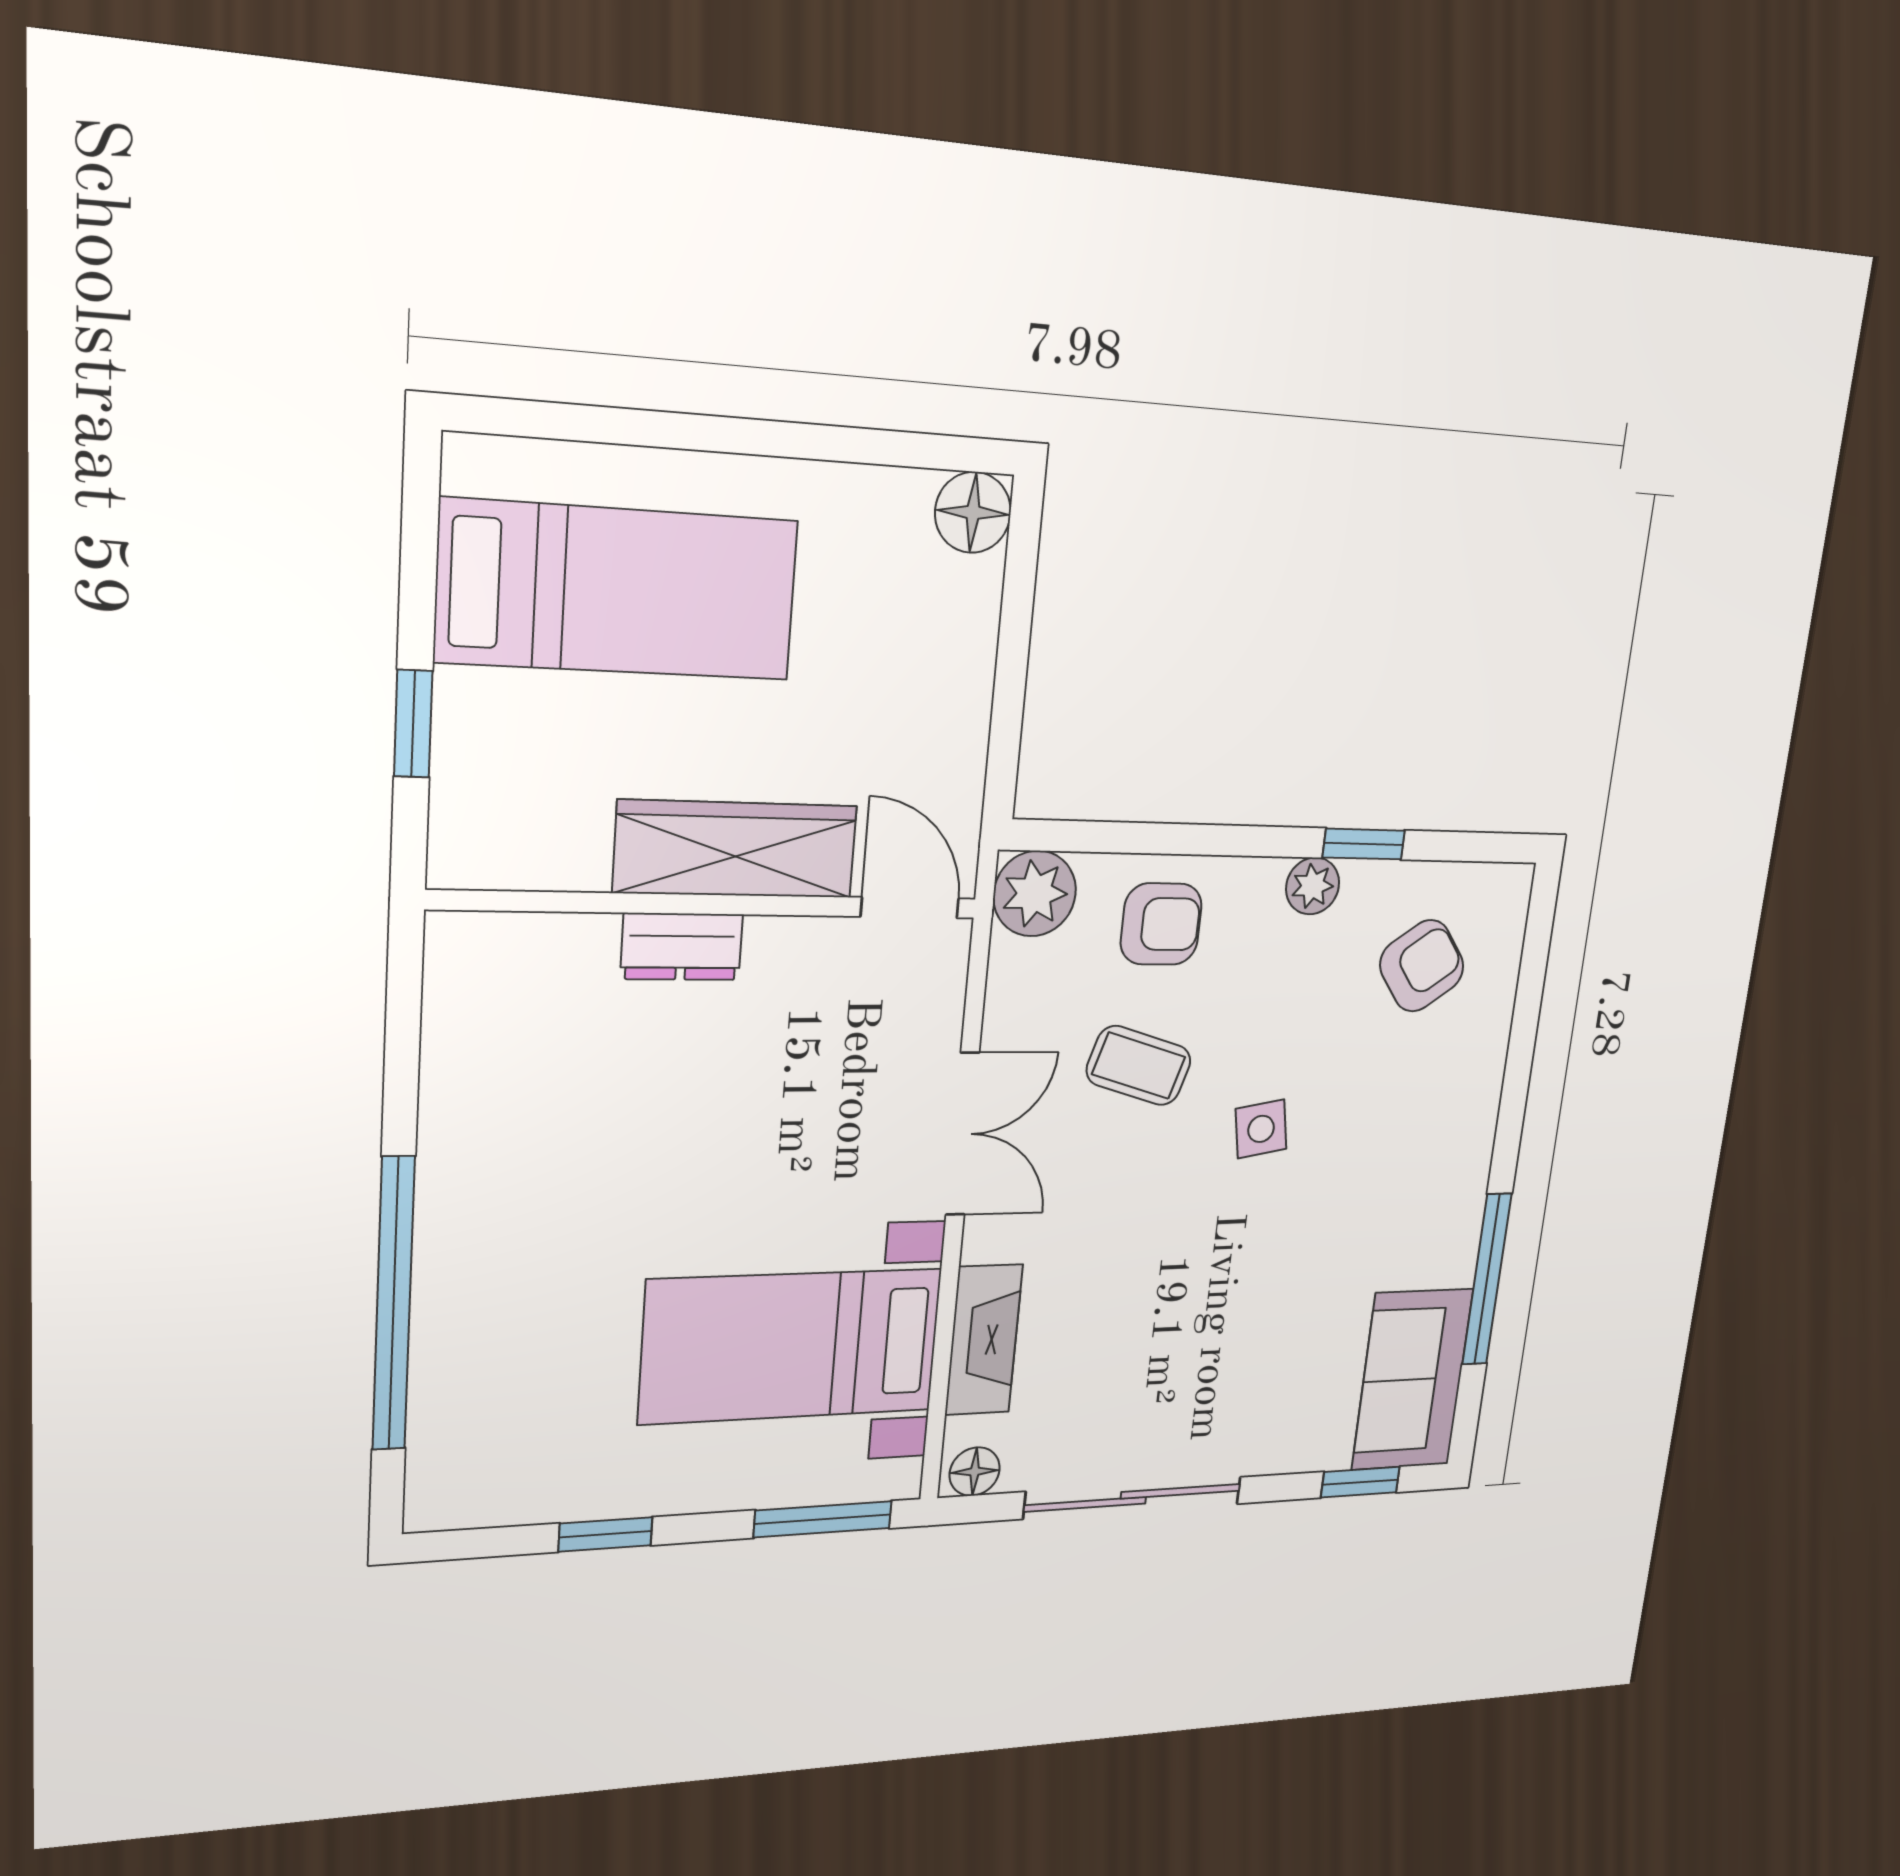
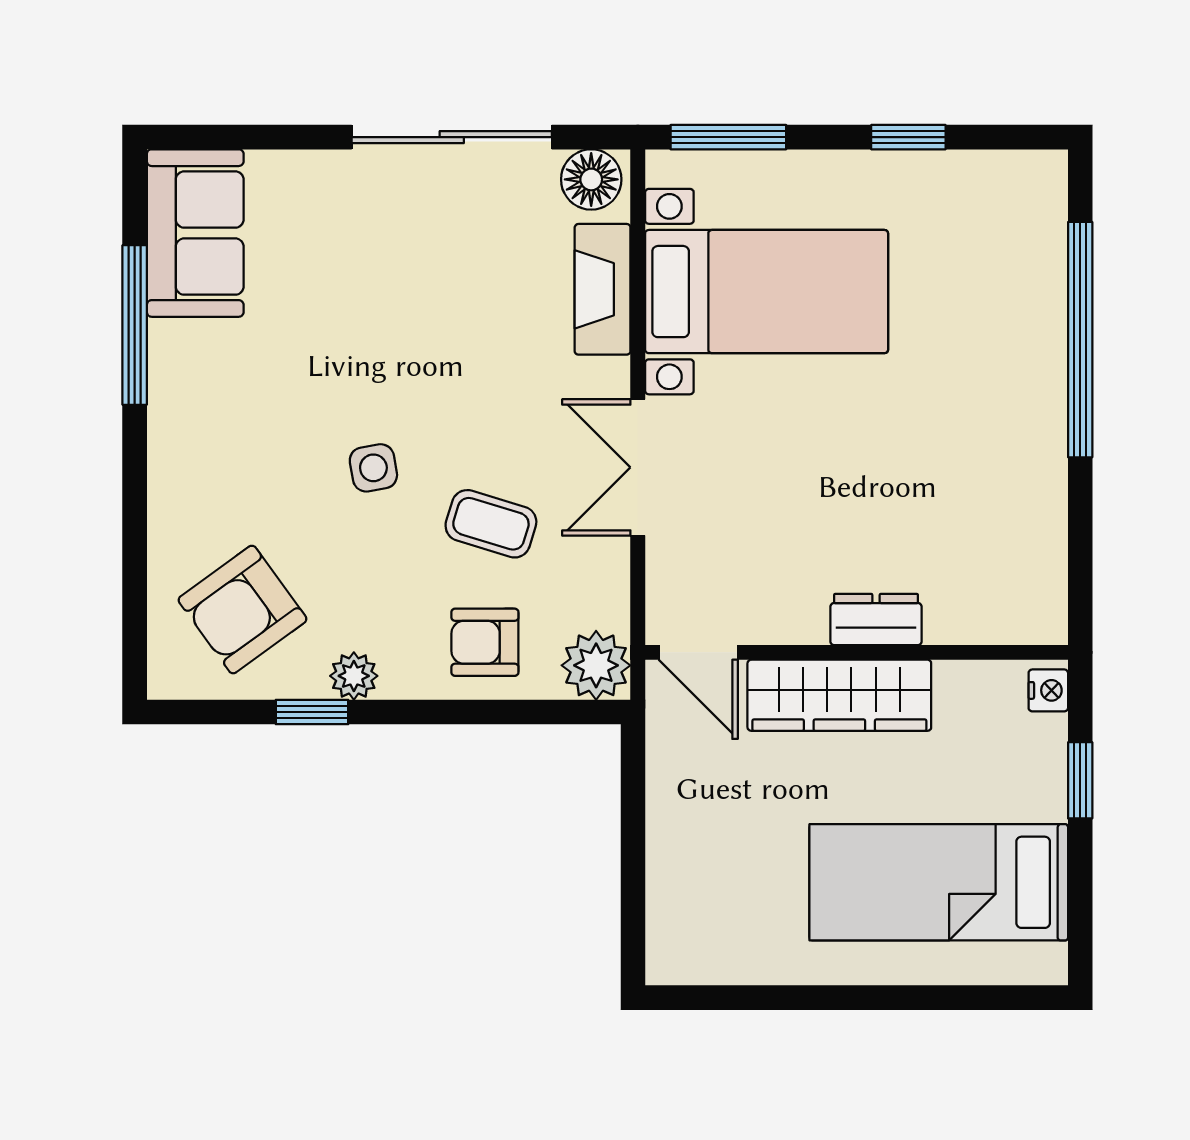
floor lamp: (973, 512) -> (675, 956), removed
nightstand: (454, 849) -> (1048, 690), added
armchair: (1422, 966) -> (242, 610), width x1.38, depth x1.38
floor lamp: (975, 1472) -> (591, 179), width x1.37, depth x1.37
window: (1360, 1482) -> (233, 137), removed

